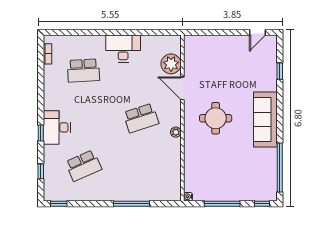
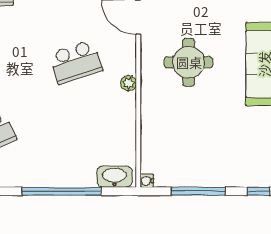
washbasin: (167, 194) -> (115, 177), added
window: (131, 204) -> (62, 191), width x1.46

